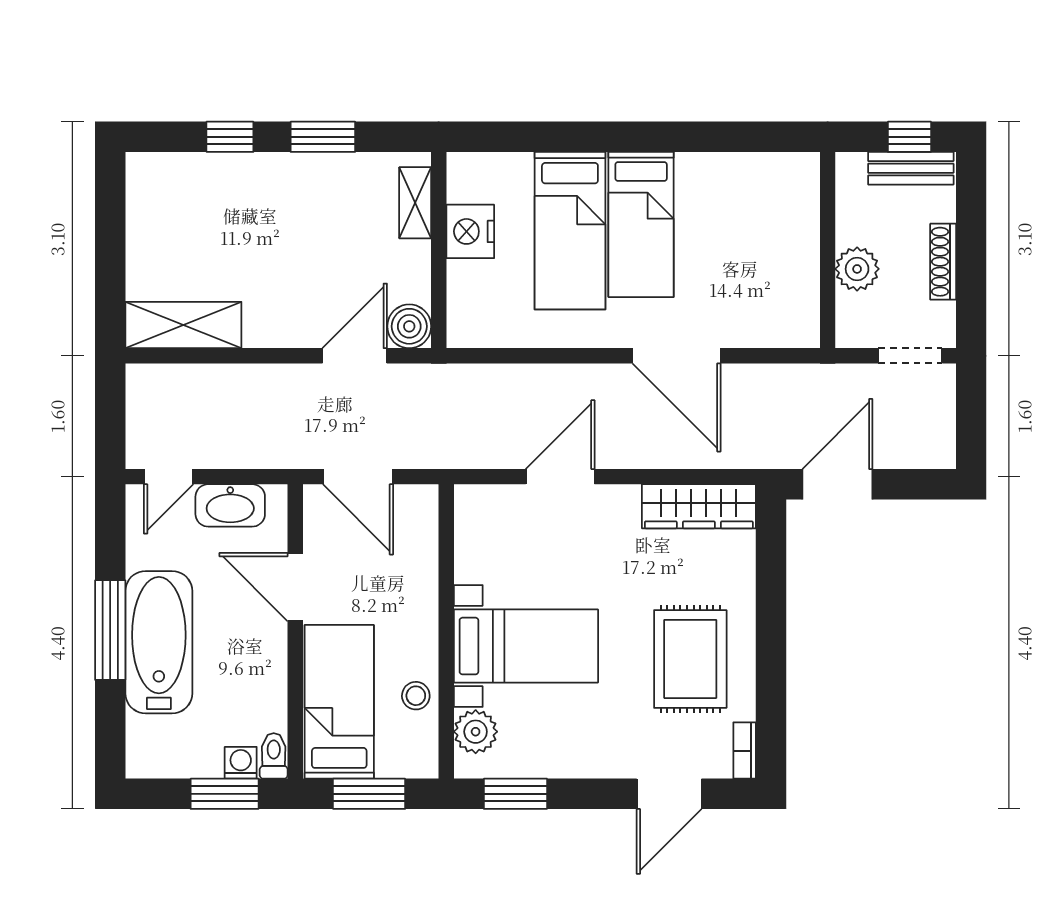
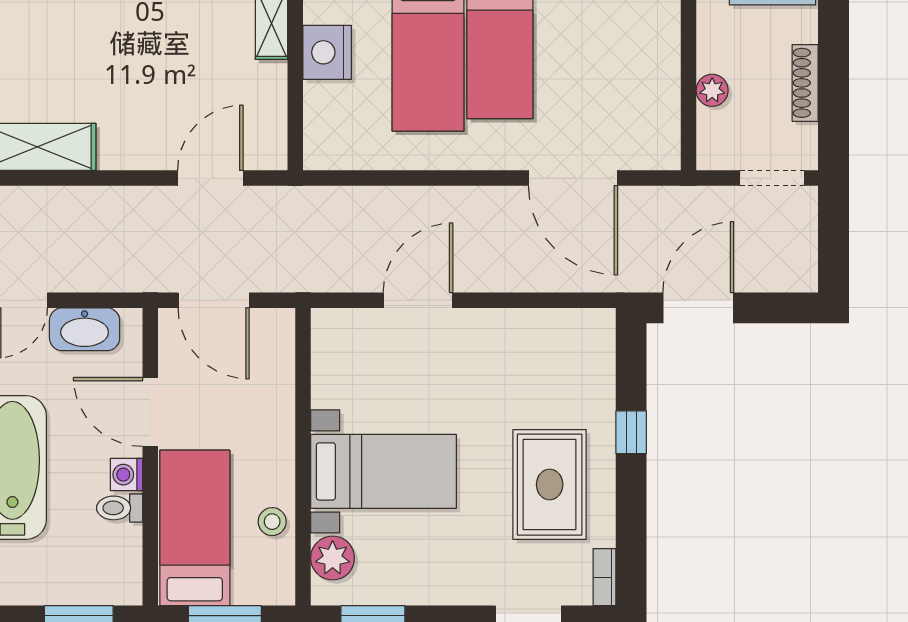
plant: (857, 269) -> (712, 90), width x0.73, depth x0.73
boiler: (409, 326) -> (266, 148), removed
door: (676, 356) -> (573, 178), moved
wardrobe: (699, 506) -> (558, 330), removed
window: (771, 607) -> (631, 432), added
toilet: (274, 756) -> (120, 508), moved, turned -90
washing machine: (241, 763) -> (127, 475), moved, turned -90

